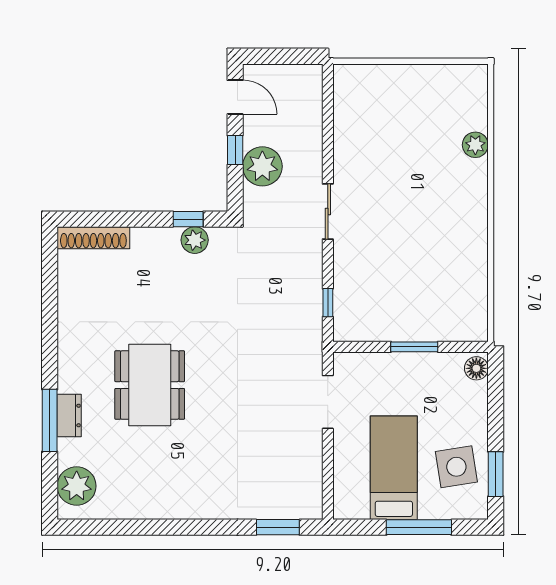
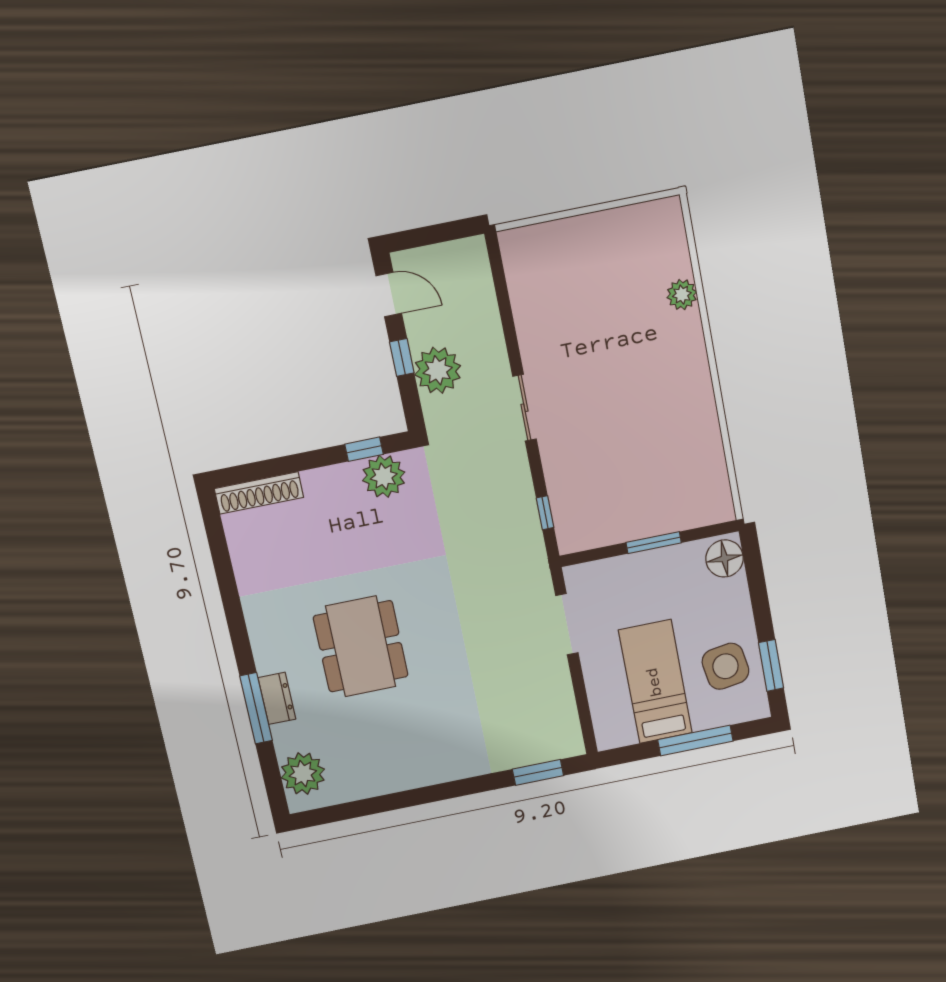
plant: (195, 240) -> (384, 476), width x1.36, depth x1.36
floor lamp: (476, 368) -> (725, 558), width x1.38, depth x1.38

